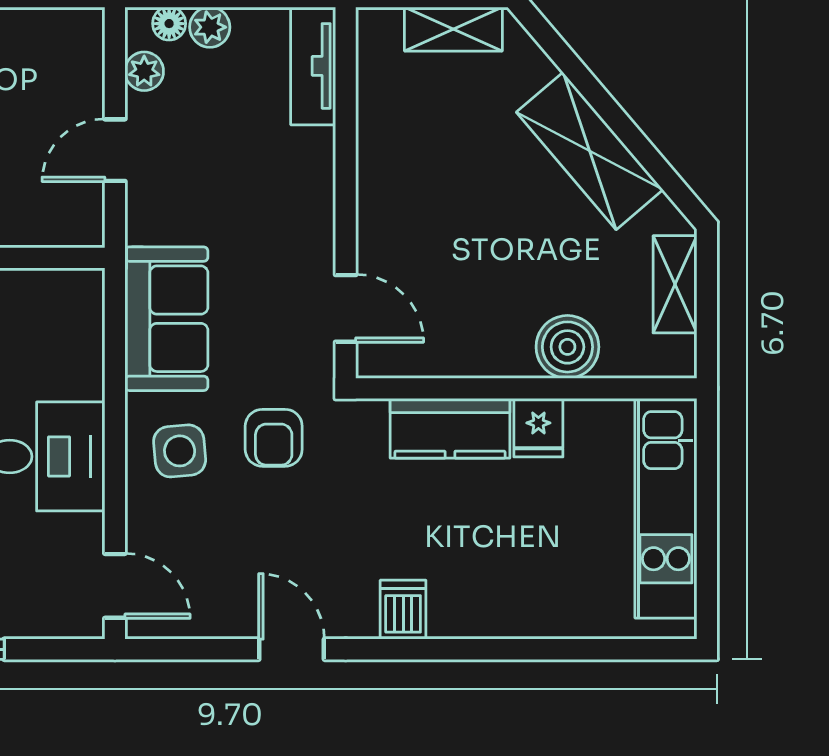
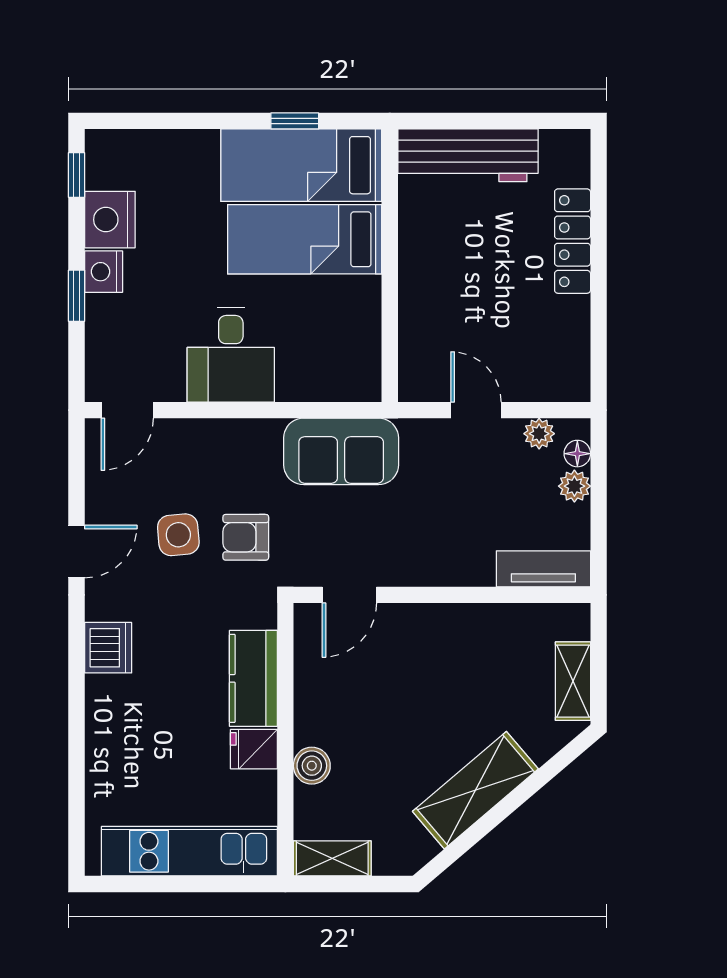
shelving: (675, 284) -> (332, 858), moved
boiler: (567, 347) -> (312, 766), width x0.73, depth x0.73
side table: (180, 451) -> (178, 535), moved
dishwasher: (403, 610) -> (108, 648), width x1.38

